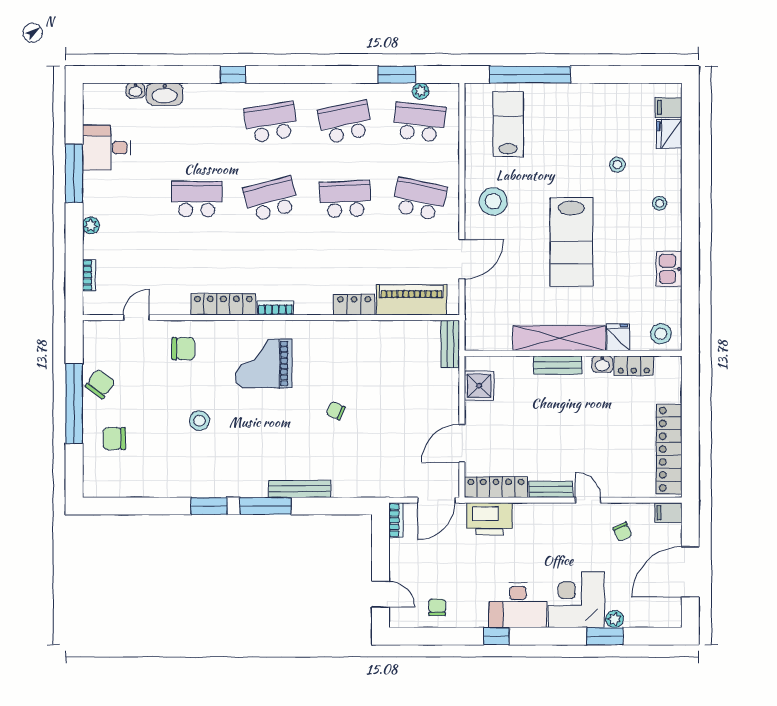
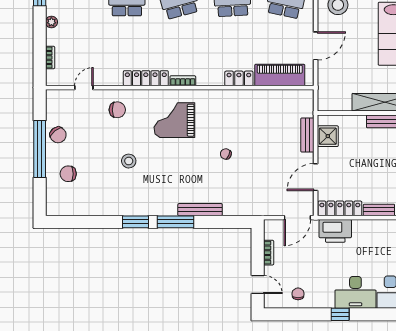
bench: (450, 344) -> (307, 135), moved
chair: (100, 384) -> (58, 135), turned 106
bookcase: (396, 520) -> (269, 253), moved

